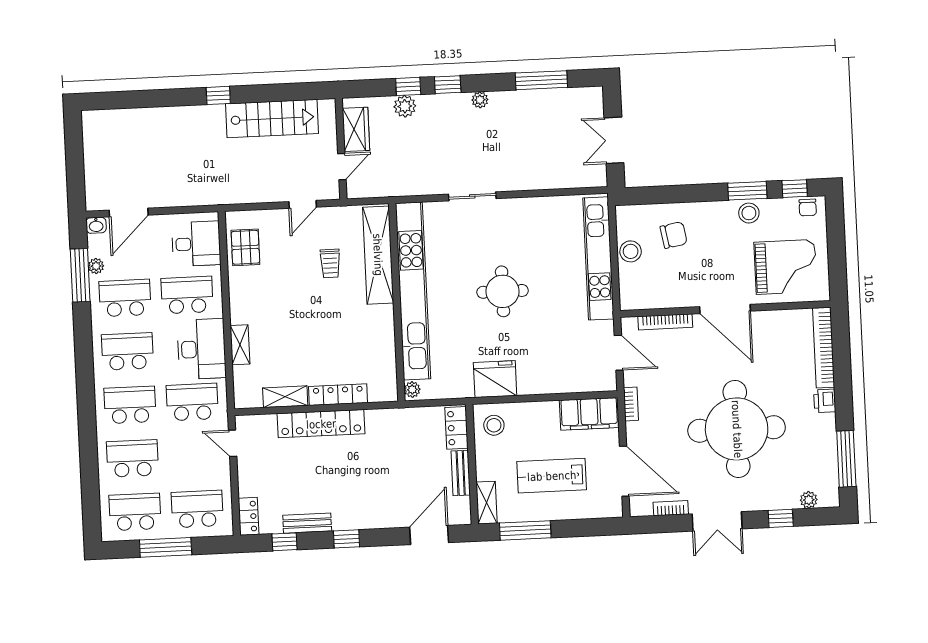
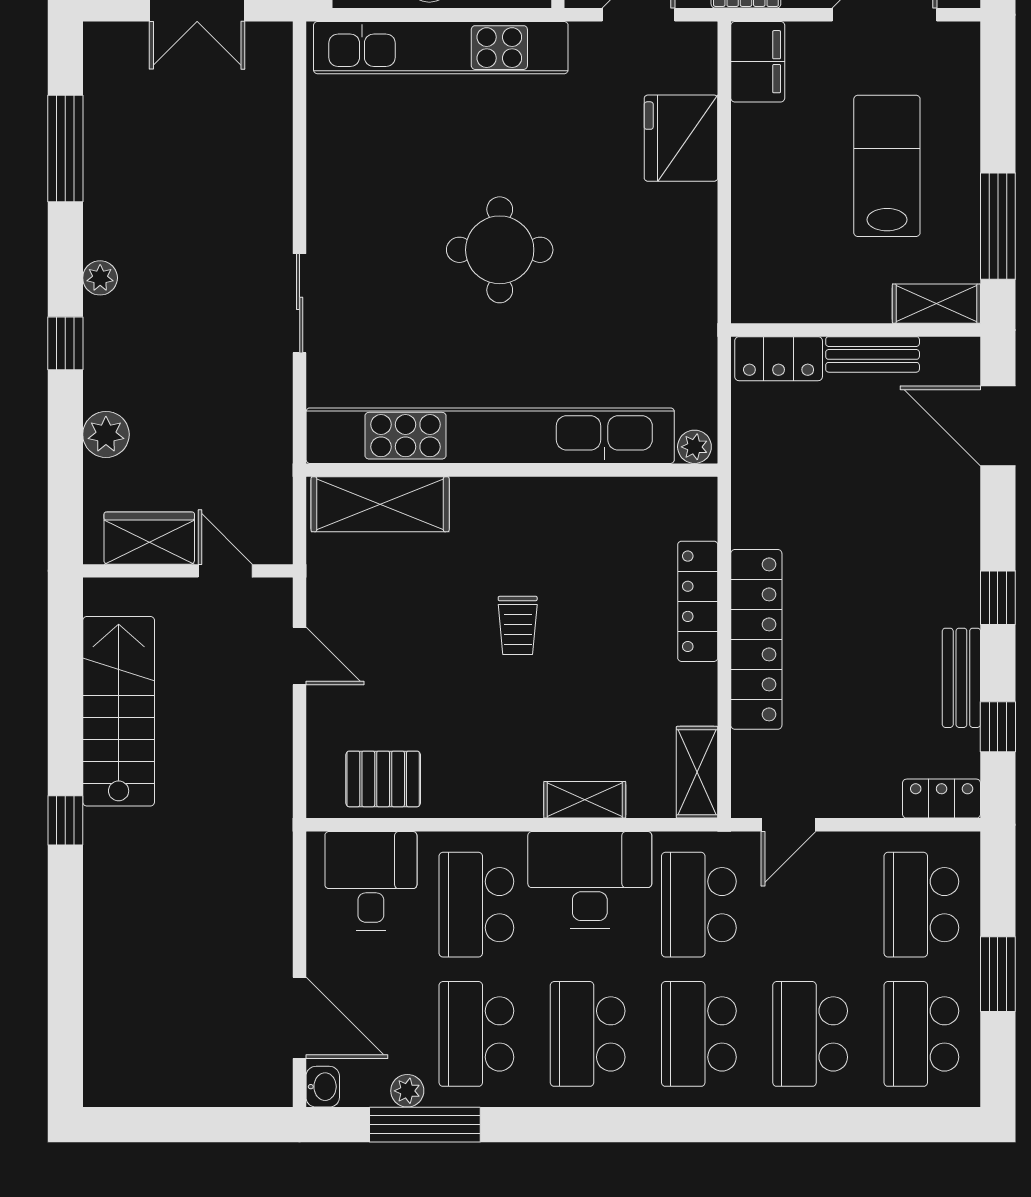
window: (408, 86) -> (65, 425), removed
shelving: (378, 255) -> (380, 504), width x0.68
trolley: (330, 263) -> (518, 625), moved, turned 90
fridge: (495, 379) -> (681, 138), moved
shelving: (285, 397) -> (697, 772), moved
filing cabinet: (589, 414) -> (758, 62), width x0.67, depth x0.86
stool: (494, 425) -> (777, 281), removed
lab bench: (552, 476) -> (887, 166), turned 180
window: (166, 547) -> (998, 974), width x0.69

